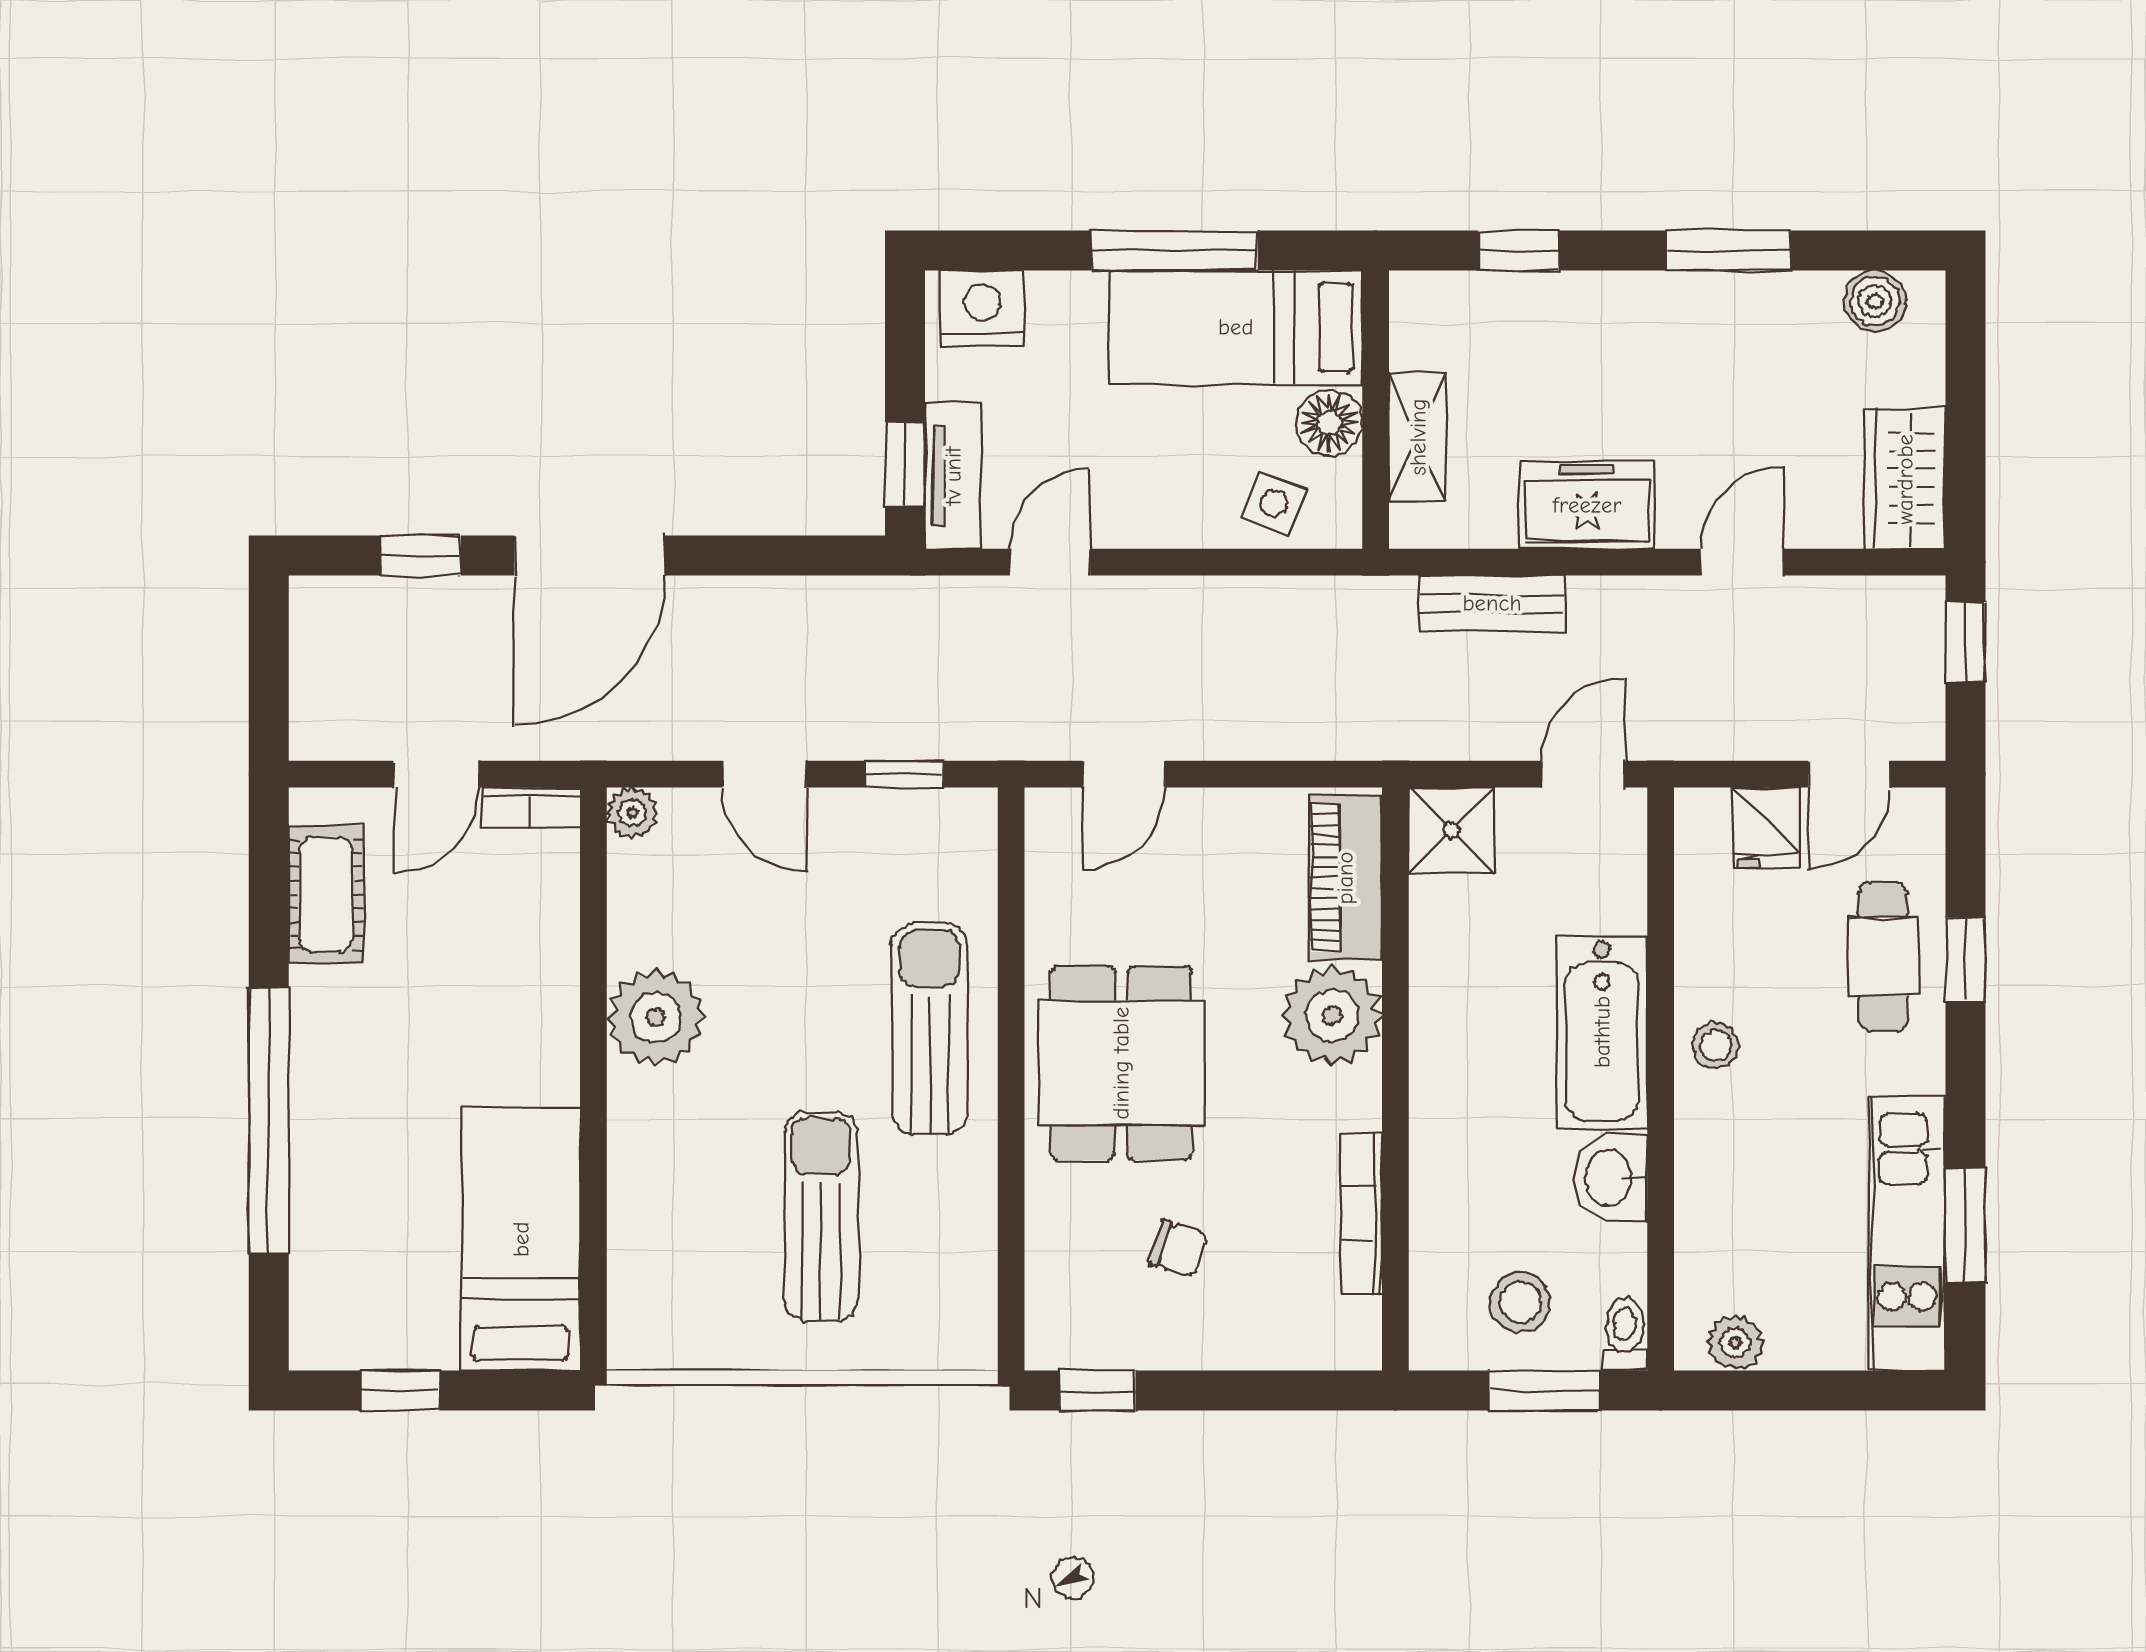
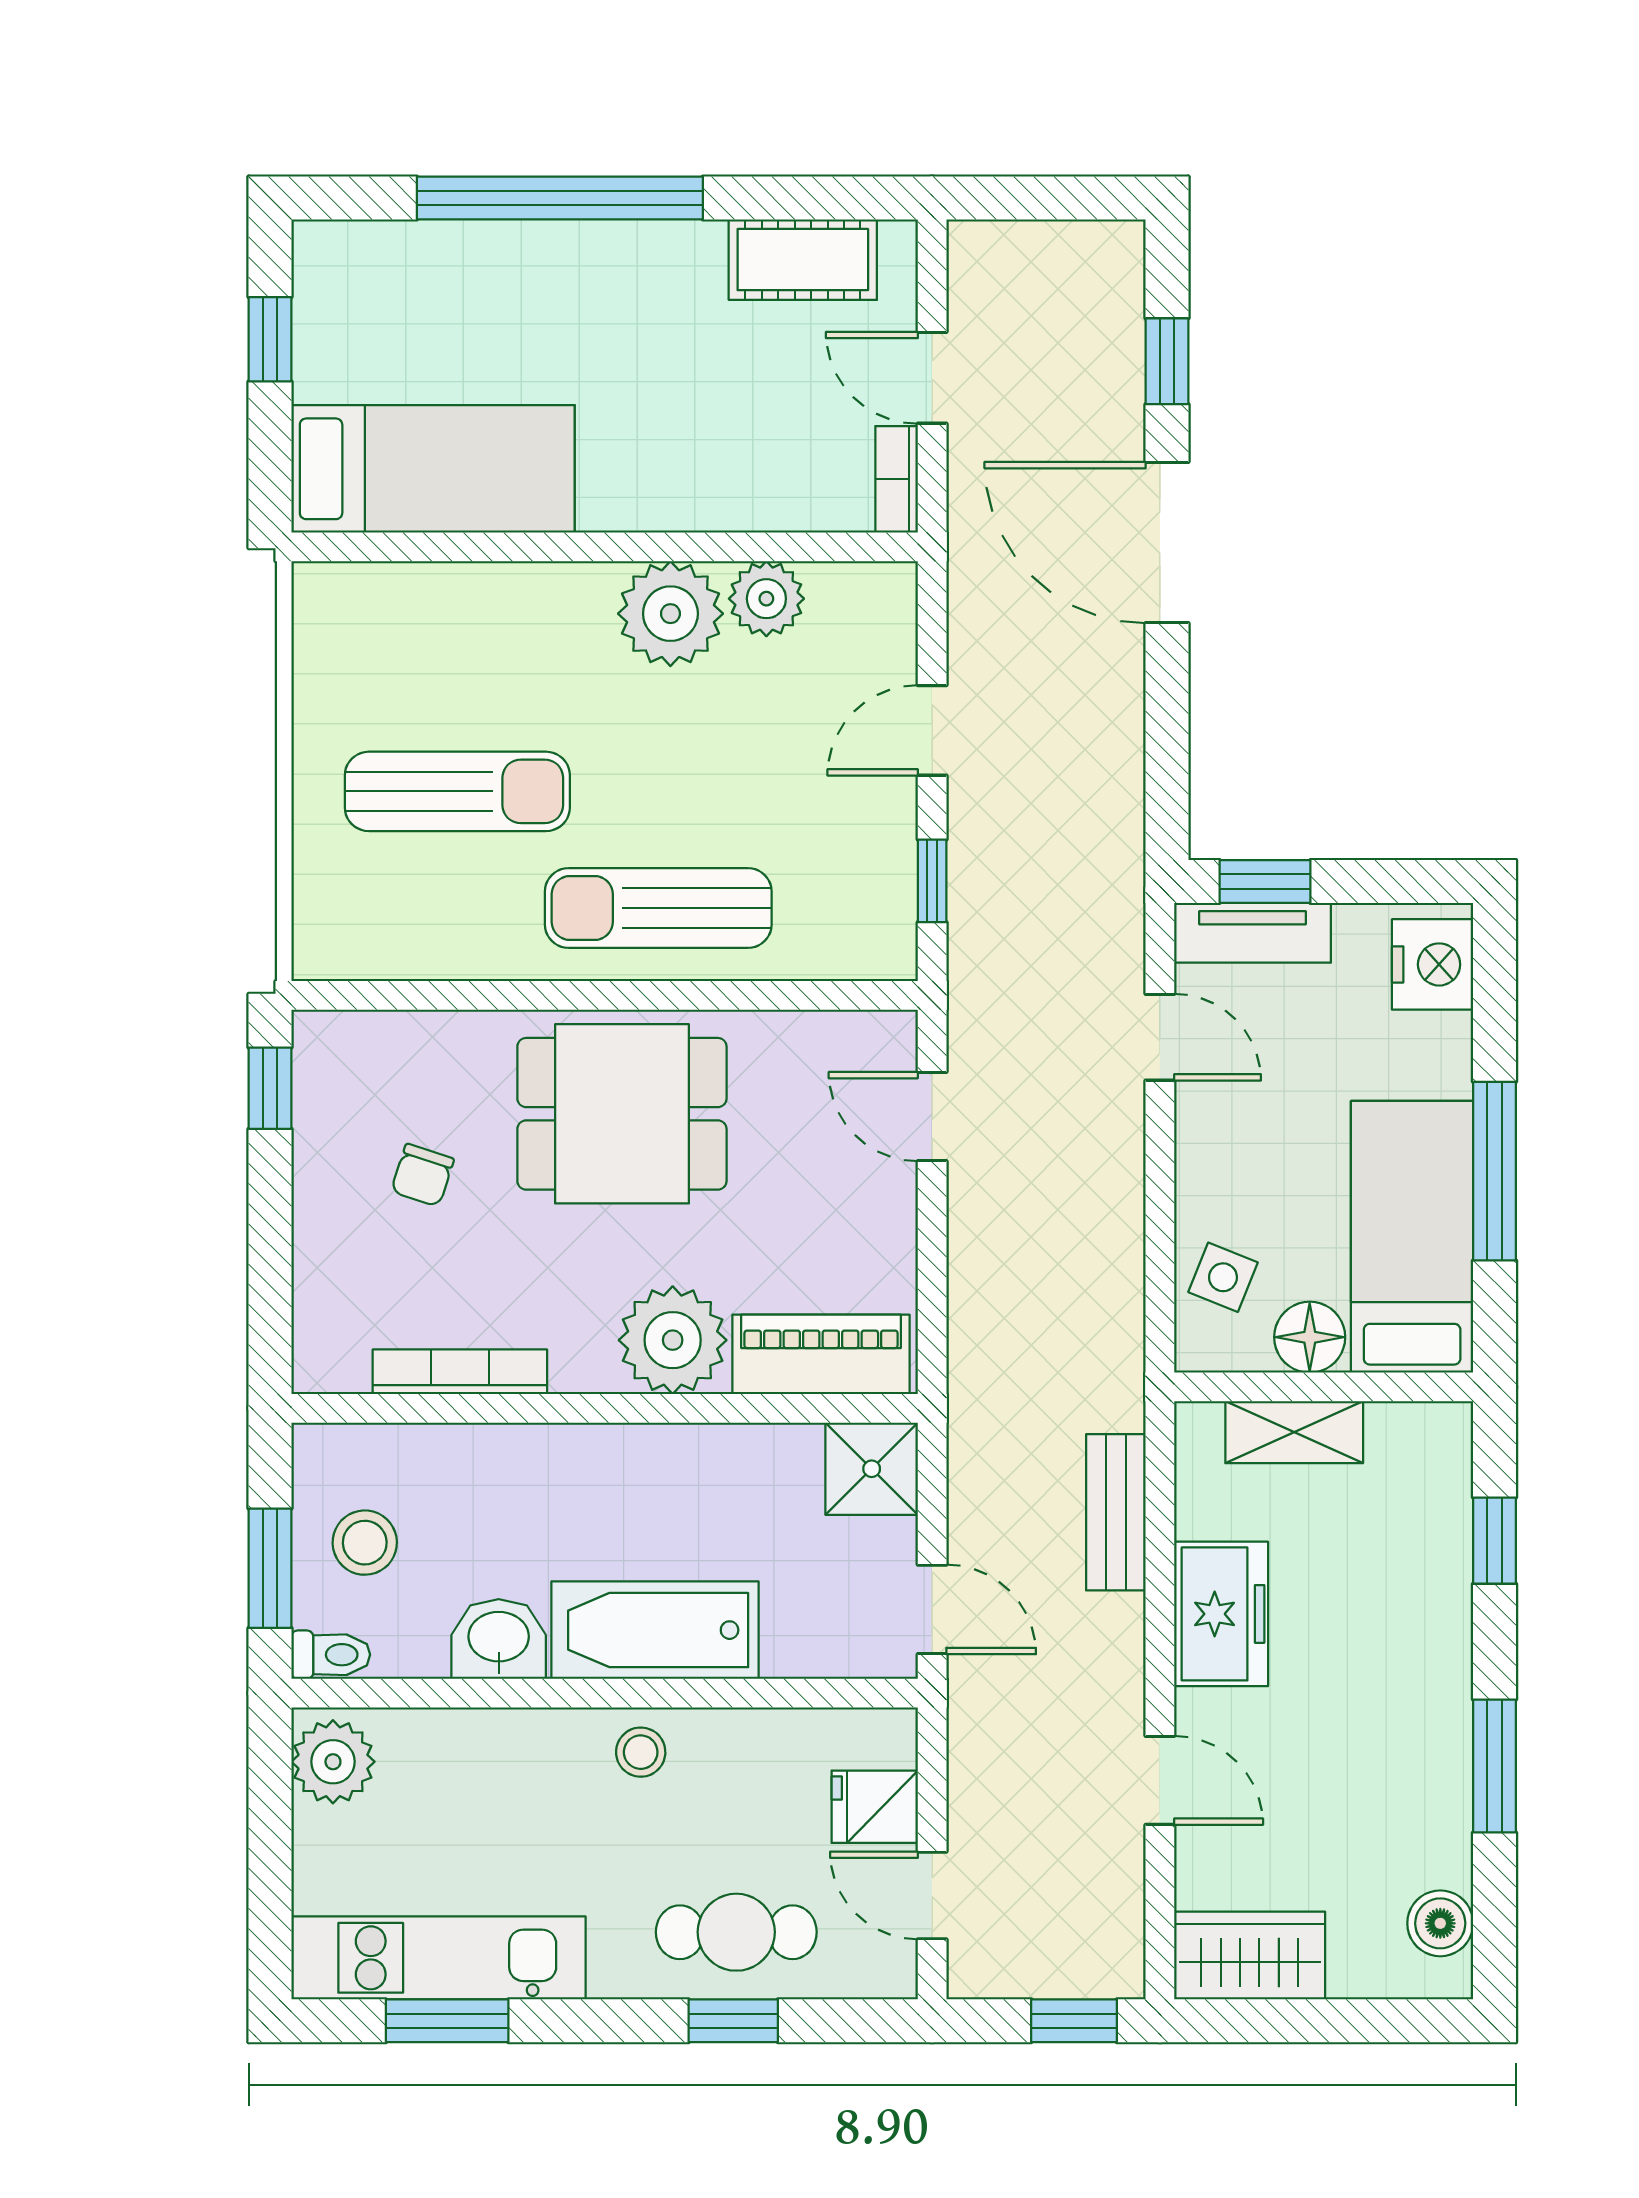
plant: (632, 813) -> (766, 599), moved, width x1.38, depth x1.38
sun lounger: (930, 1029) -> (658, 908), turned 180
plant: (1735, 1342) -> (333, 1762), width x1.38, depth x1.38

